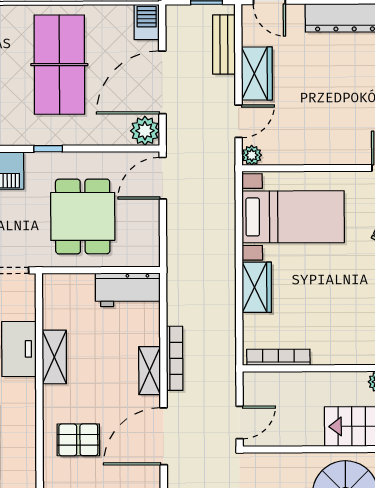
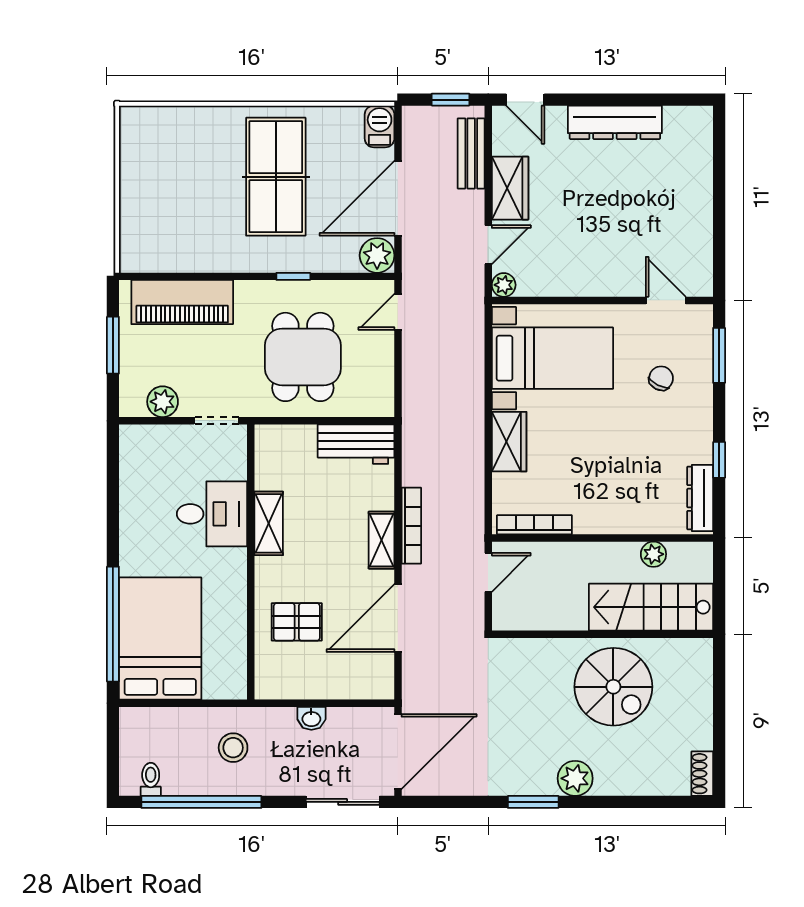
window: (48, 149) -> (293, 276), moved
door: (163, 178) -> (398, 312), width x0.73
door: (240, 422) -> (488, 572), moved

